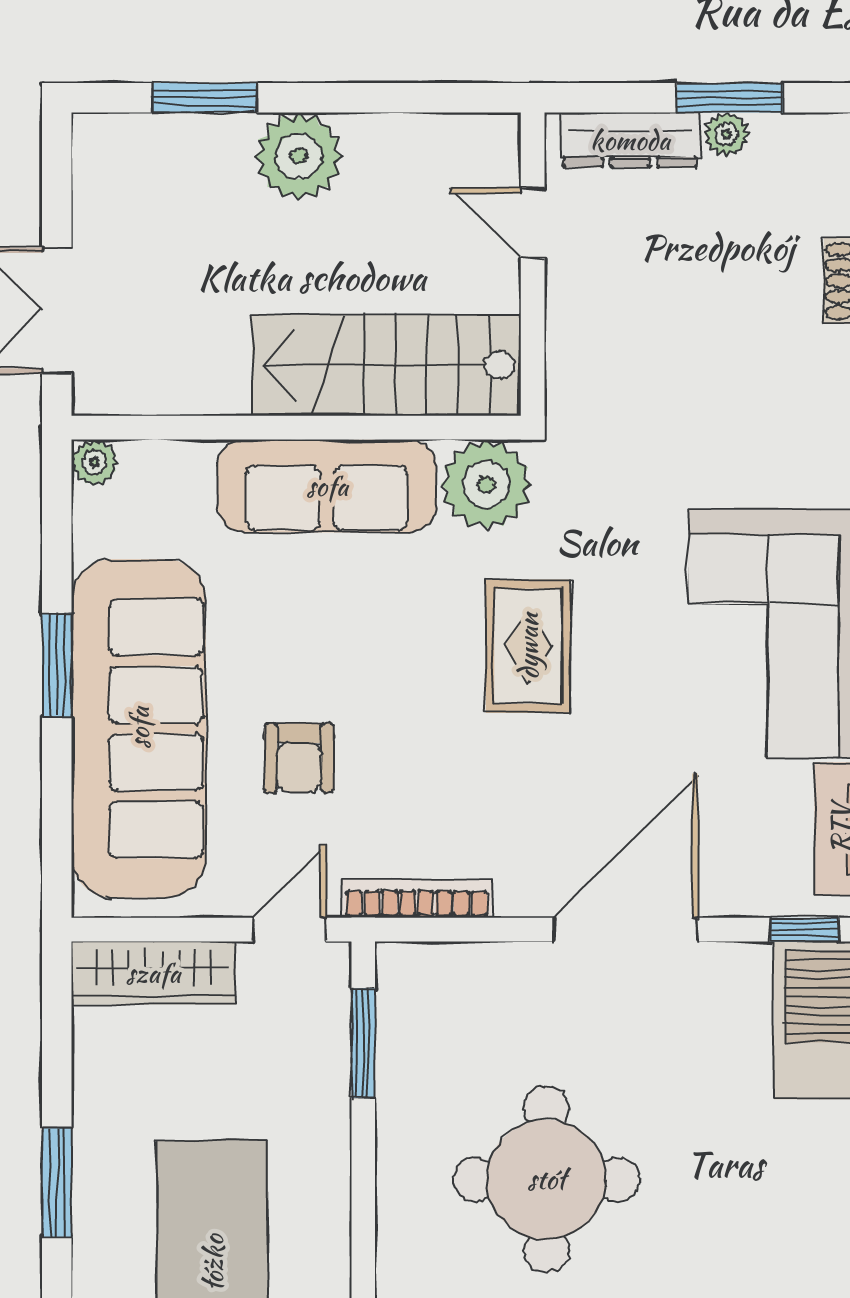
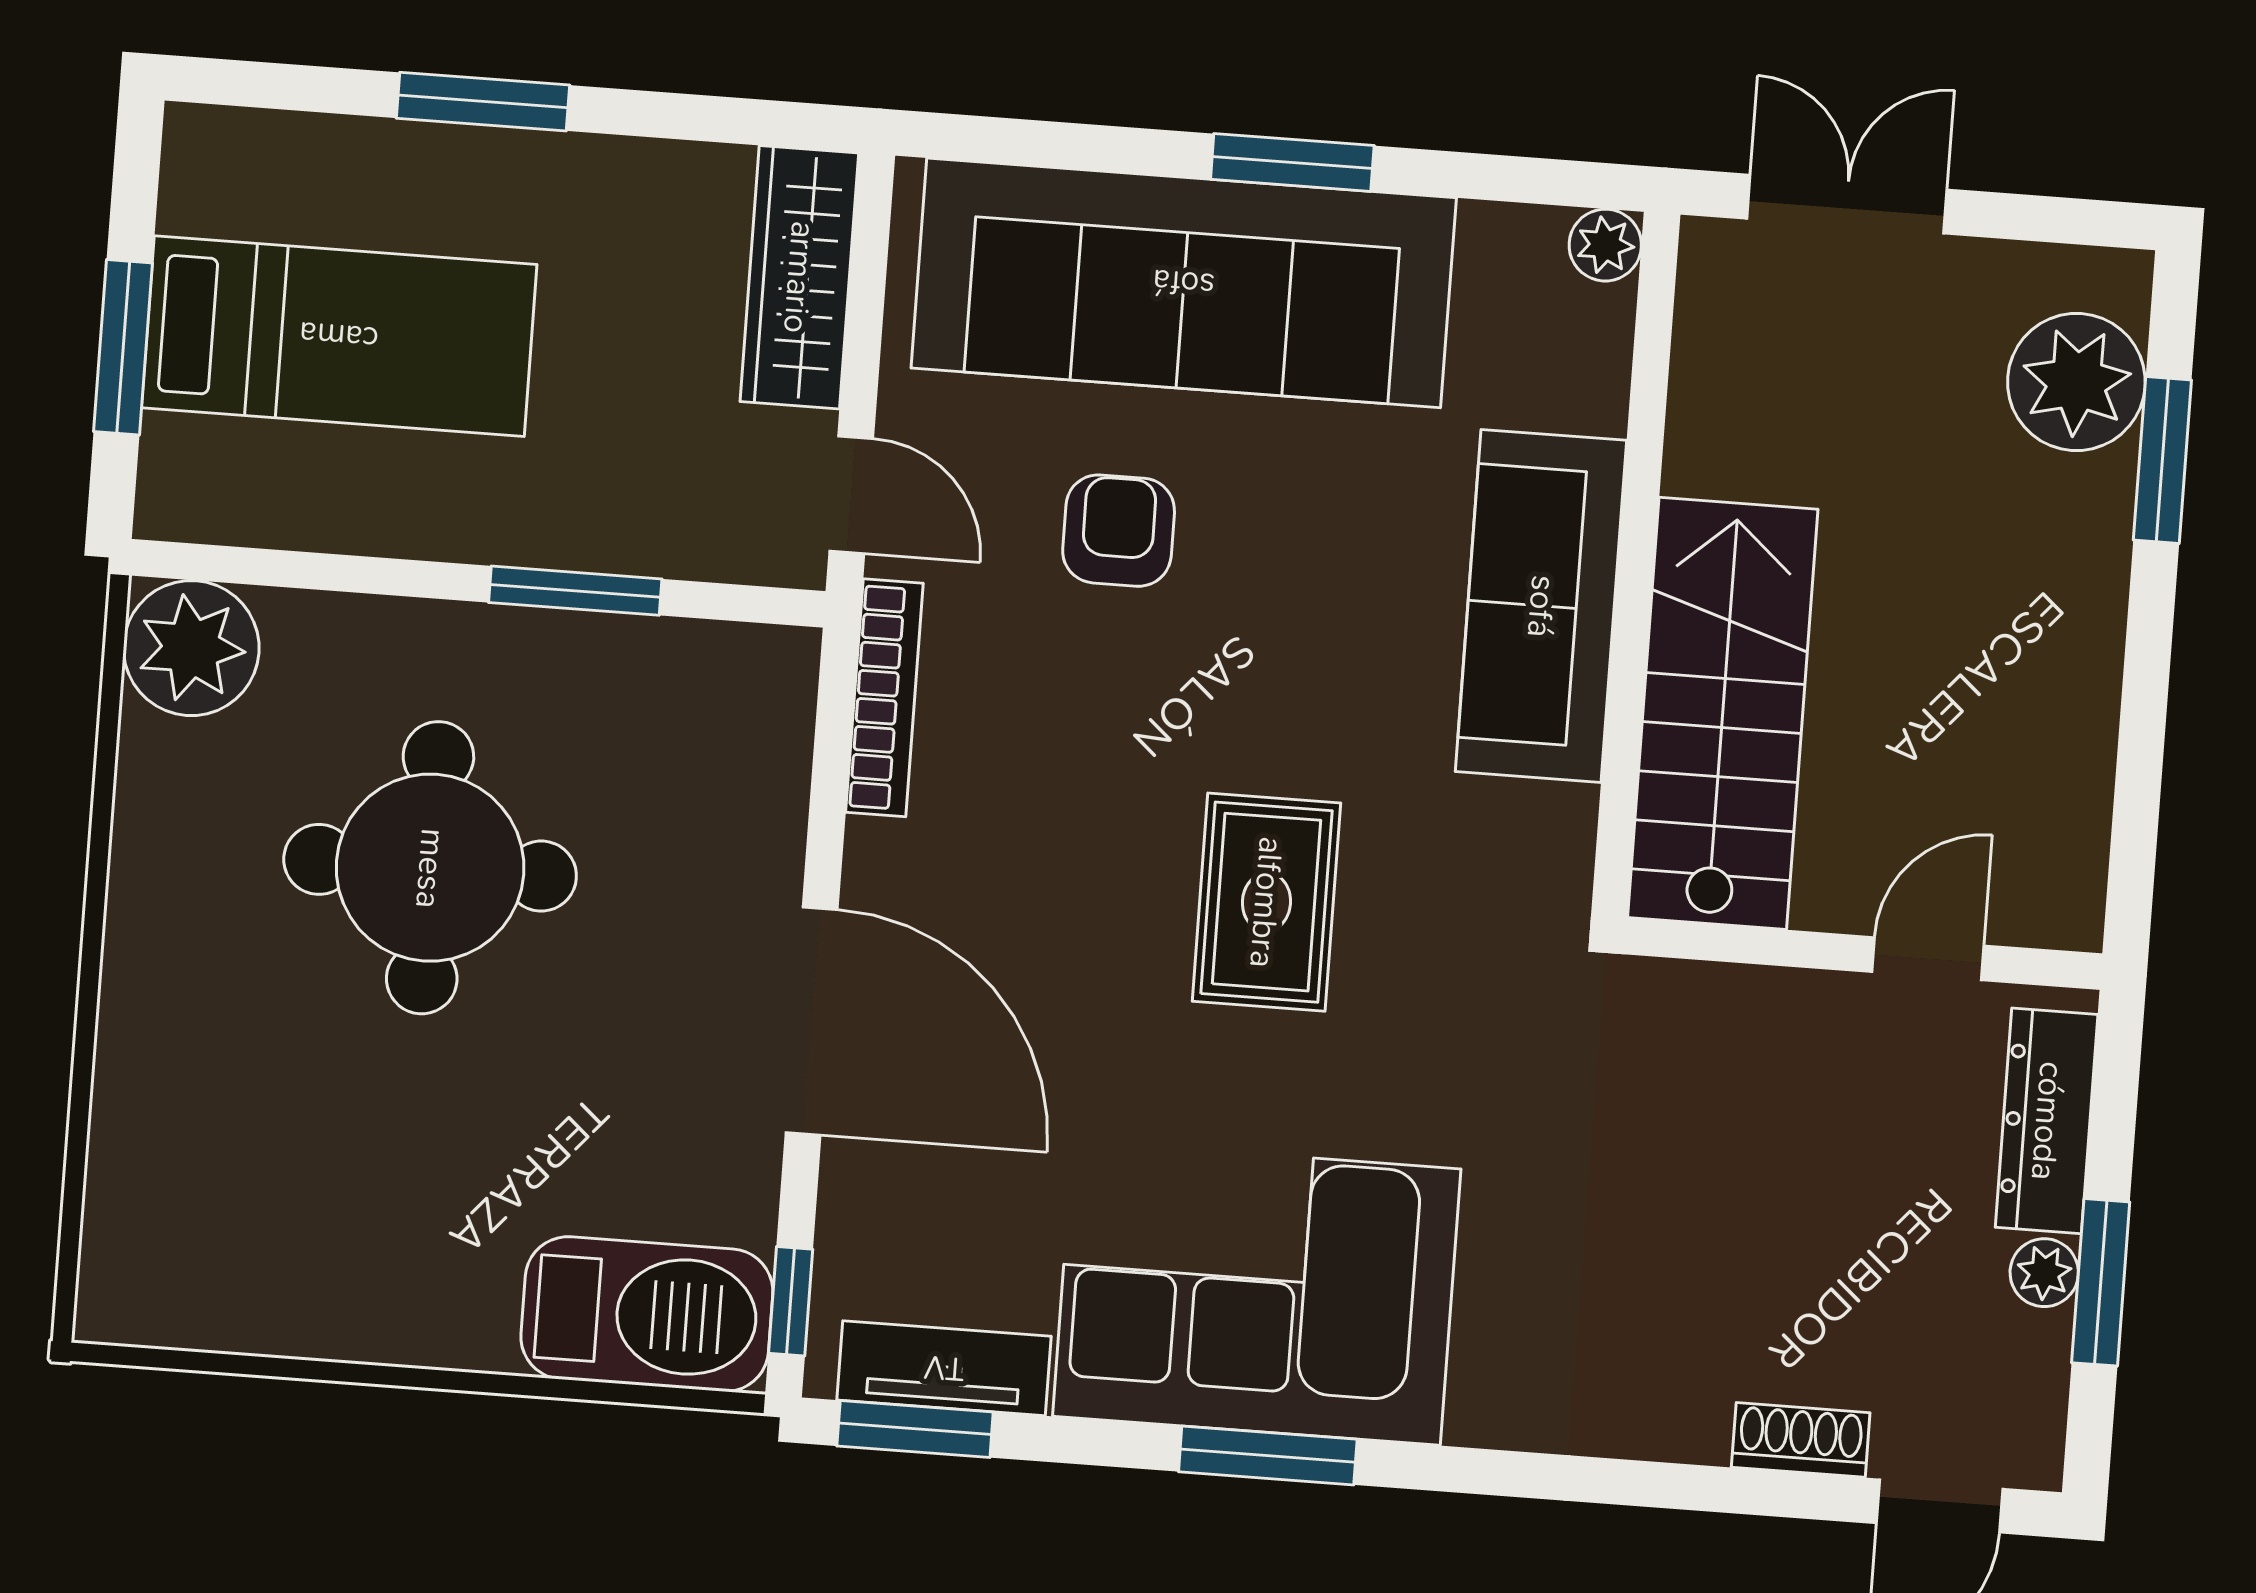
plant: (299, 156) -> (2076, 382), moved
plant: (486, 484) -> (1525, 855), removed
rug: (528, 646) -> (1266, 902), turned 90
armchair: (299, 758) -> (1119, 531), turned 90
window: (363, 1043) -> (575, 591), moved

